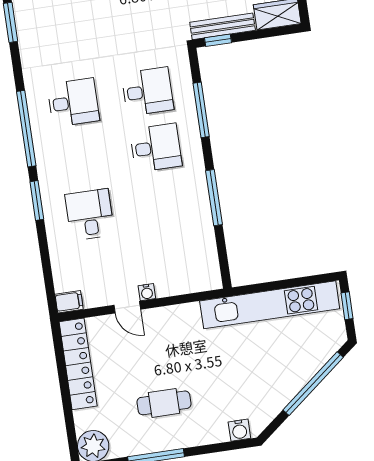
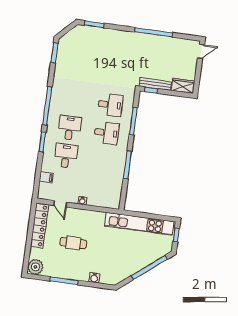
desk: (73, 102) -> (70, 128), moved, turned -90
filing cabinet: (69, 302) -> (46, 177), moved
door: (127, 307) -> (60, 204), moved
cafe table: (164, 403) -> (73, 243), moved
water cooler: (239, 430) -> (94, 278), moved

